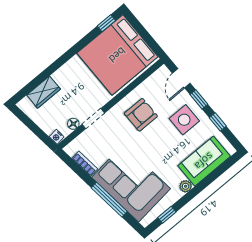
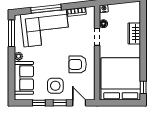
wardrobe: (44, 92) -> (134, 33), moved
armchair: (141, 115) -> (78, 64), turned 90
window: (167, 215) -> (11, 33), width x2.17

